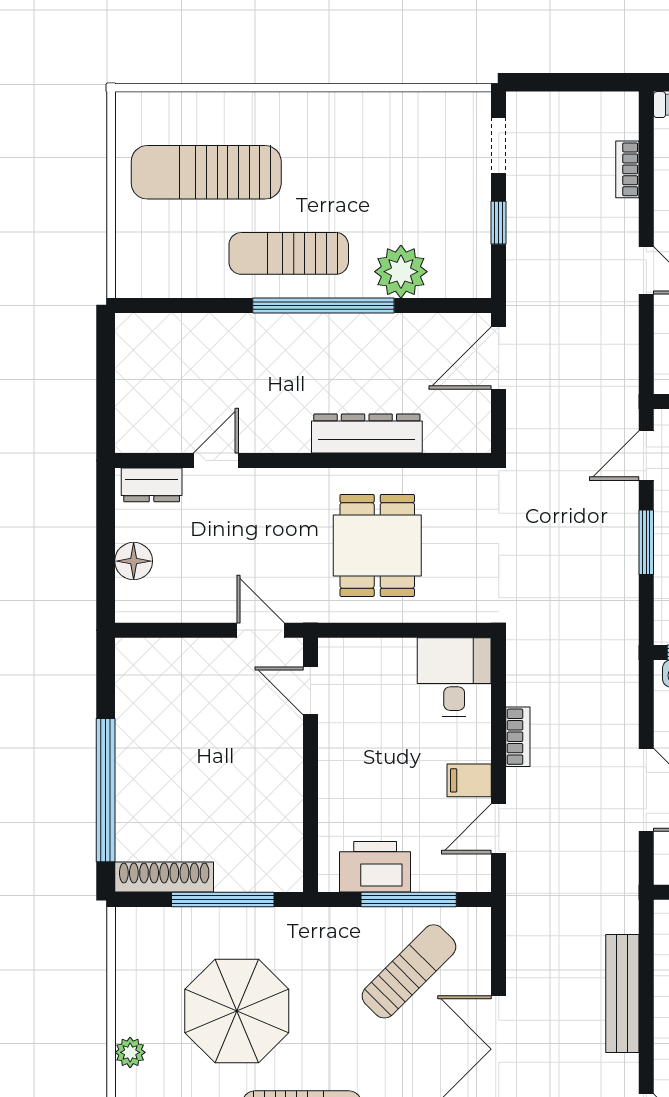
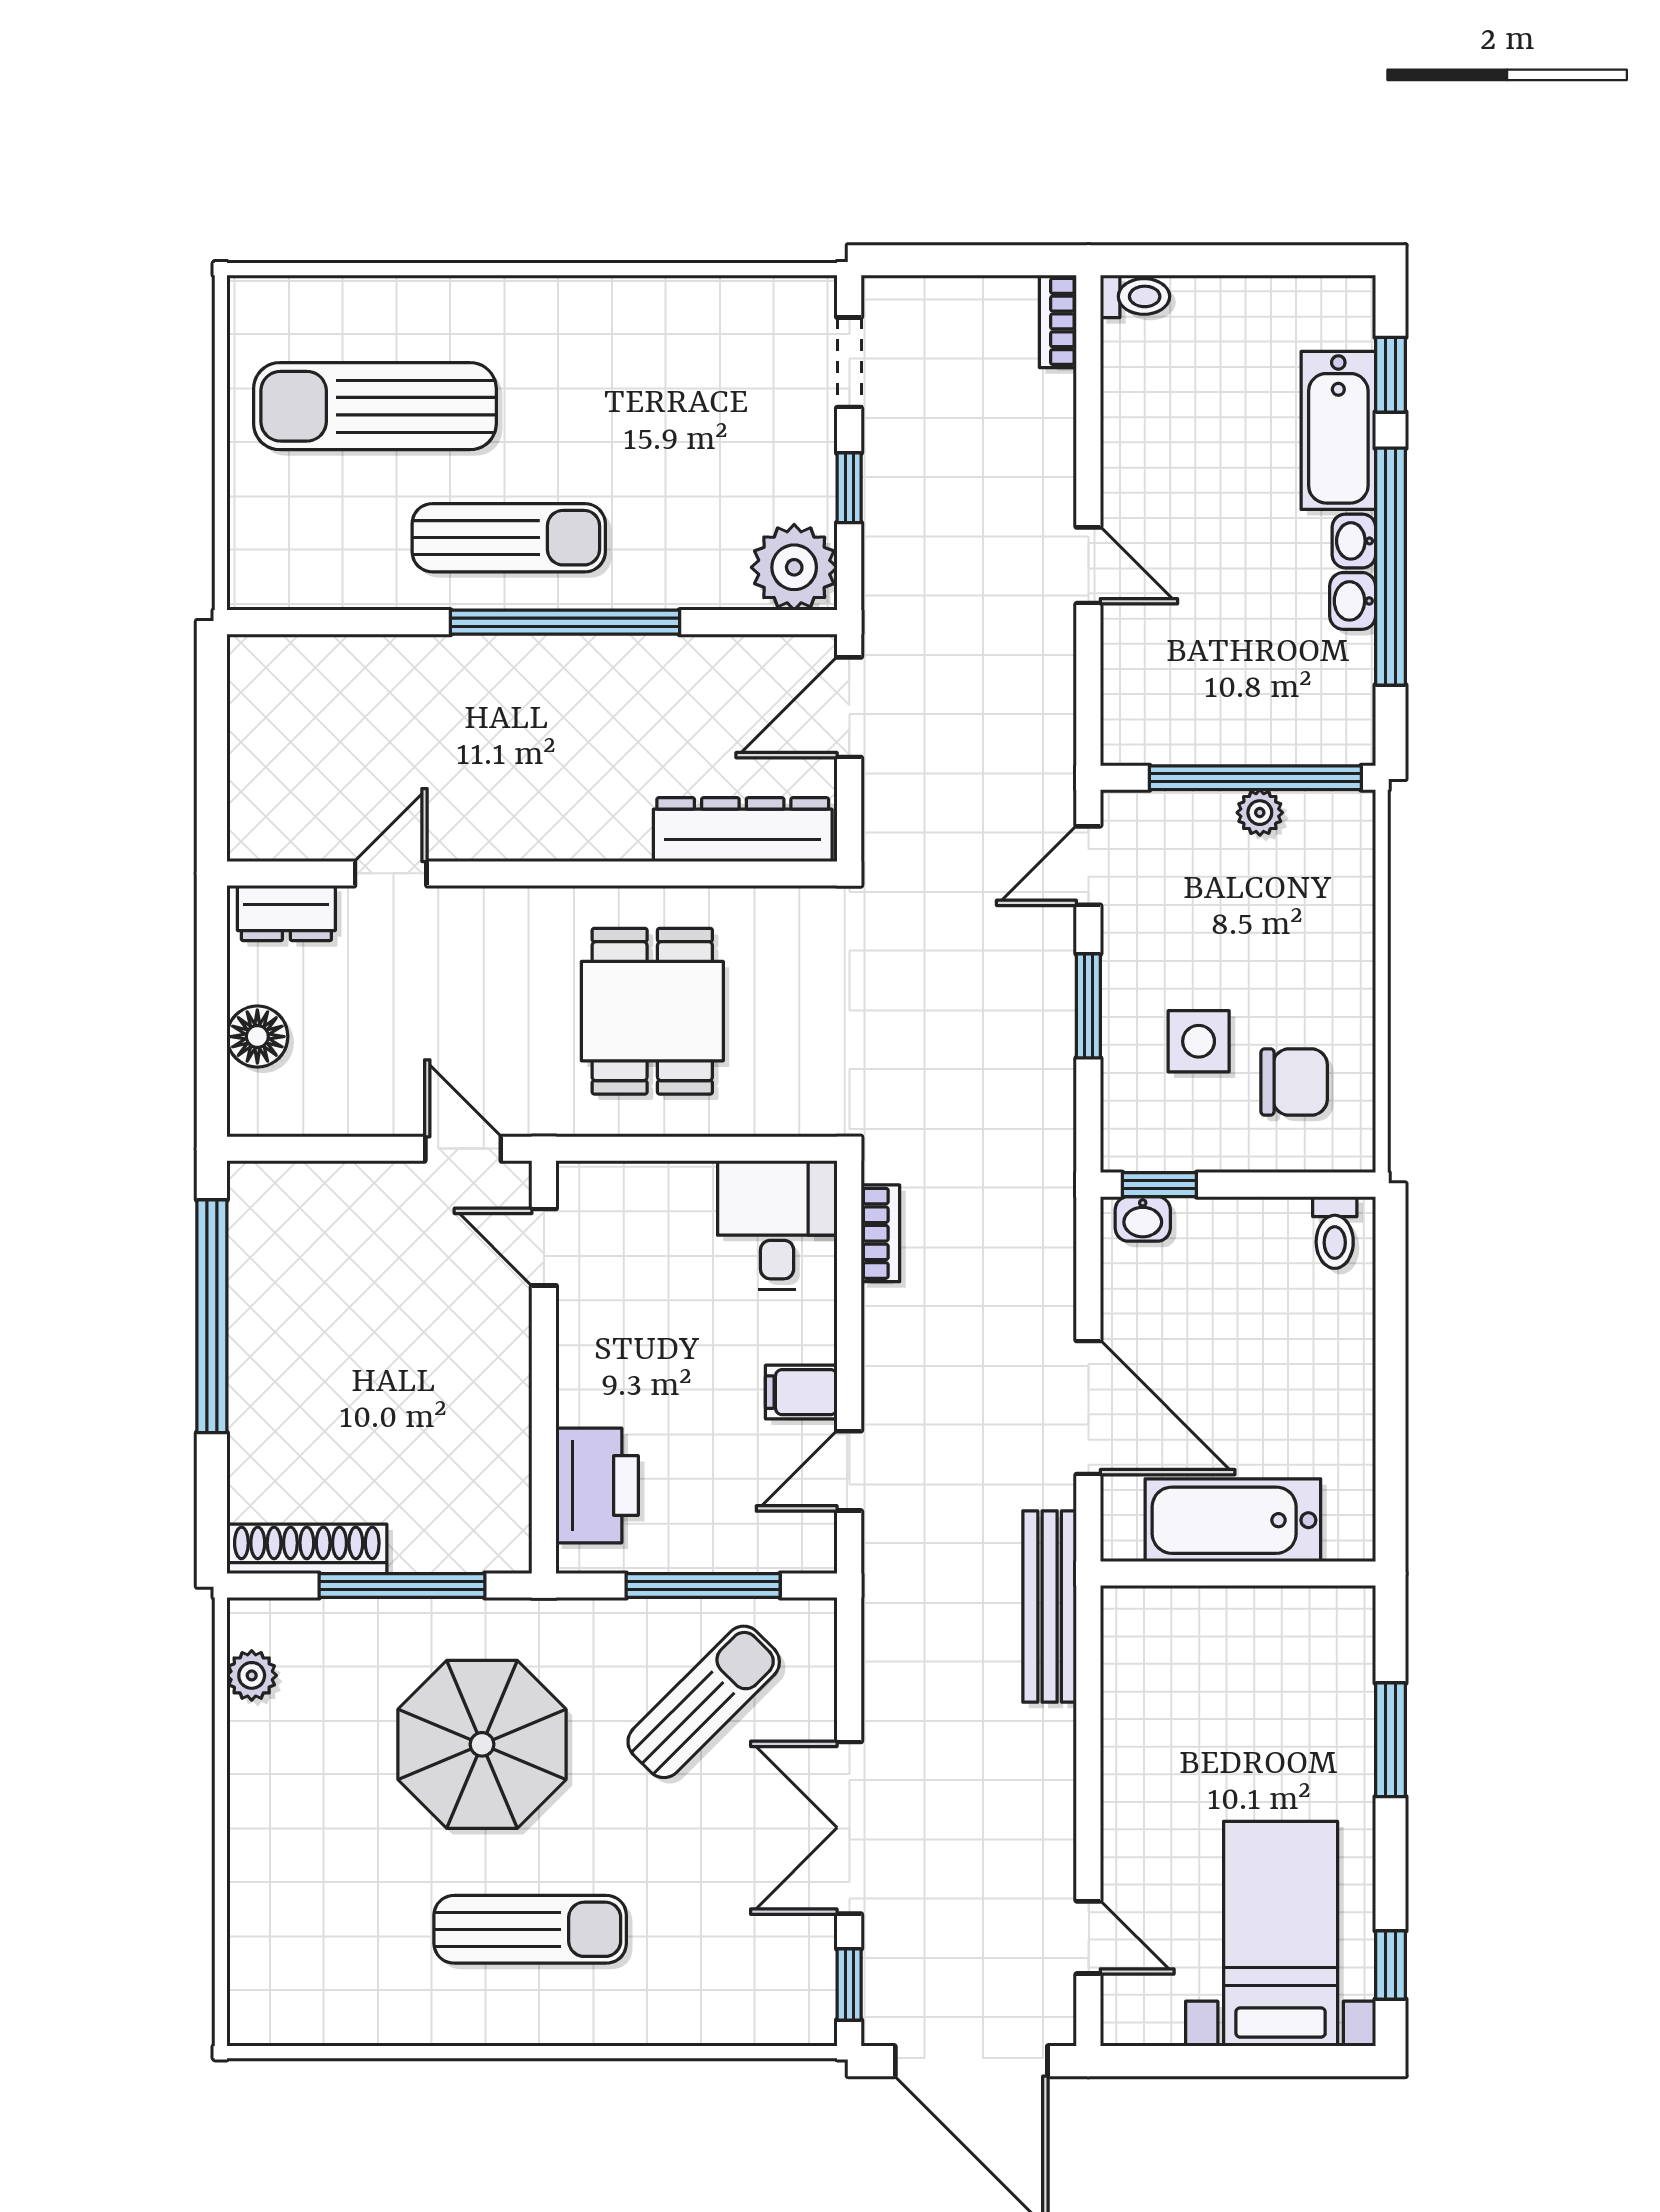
bookcase: (627, 169) -> (1058, 321), moved
sun lounger: (289, 253) -> (509, 538), turned 180
plant: (401, 272) -> (794, 567), moved
dresser: (367, 433) -> (743, 830), moved
bookcase: (518, 737) -> (880, 1233), moved
window: (106, 790) -> (212, 1316), moved
printer: (375, 867) -> (597, 1485), moved, turned 90
bench: (622, 994) -> (1050, 1607), moved
parasol: (237, 1011) -> (482, 1744), moved
plant: (130, 1052) -> (252, 1675), moved

